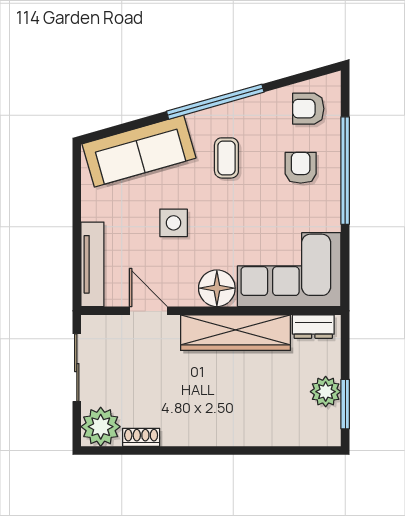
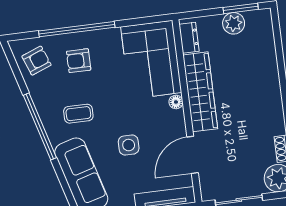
armchair: (308, 109) -> (36, 61), turned -111
floor lamp: (217, 288) -> (176, 102), width x0.53, depth x0.53
door: (148, 311) -> (193, 155), width x1.38

